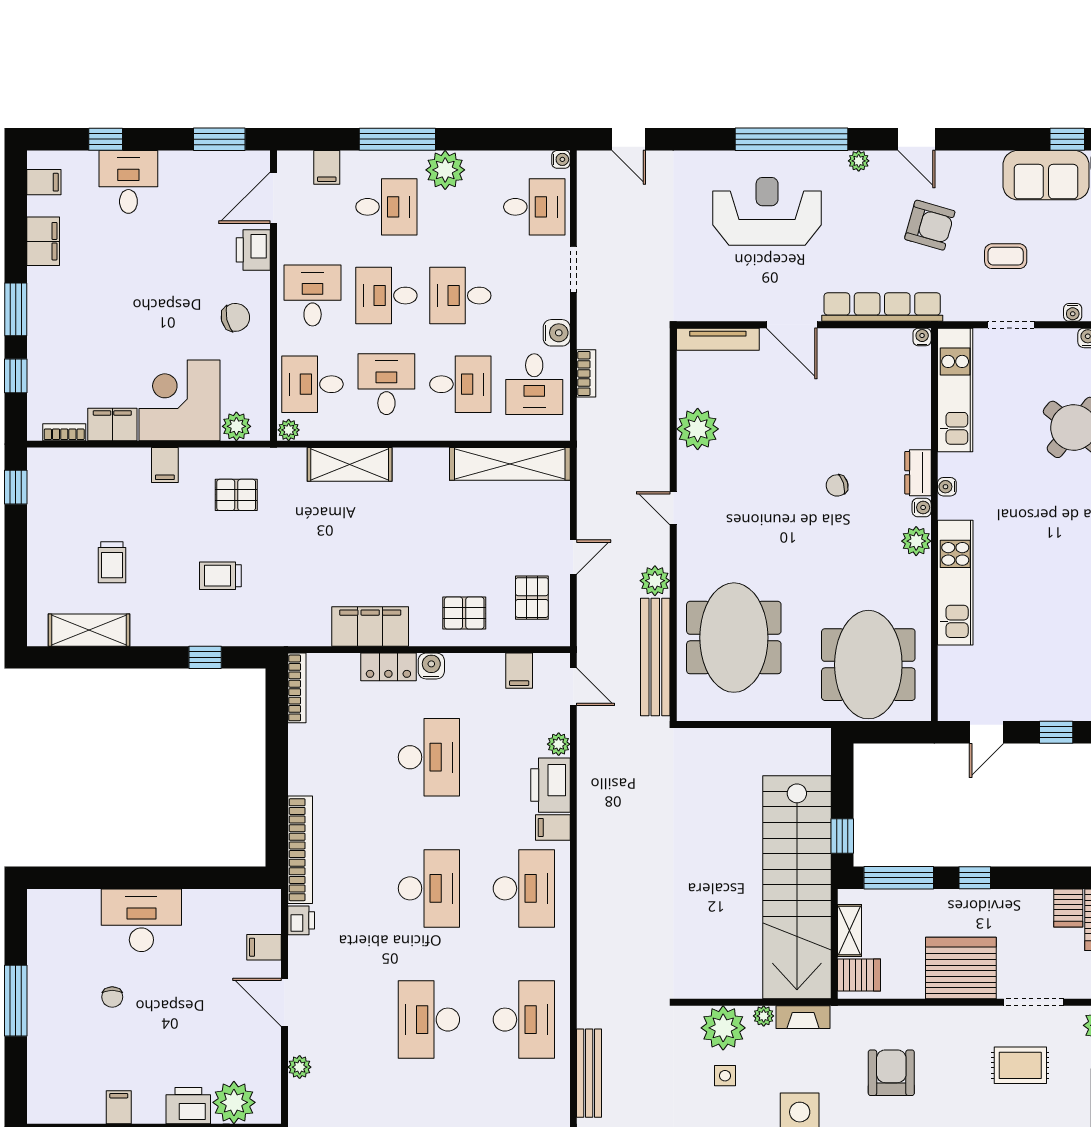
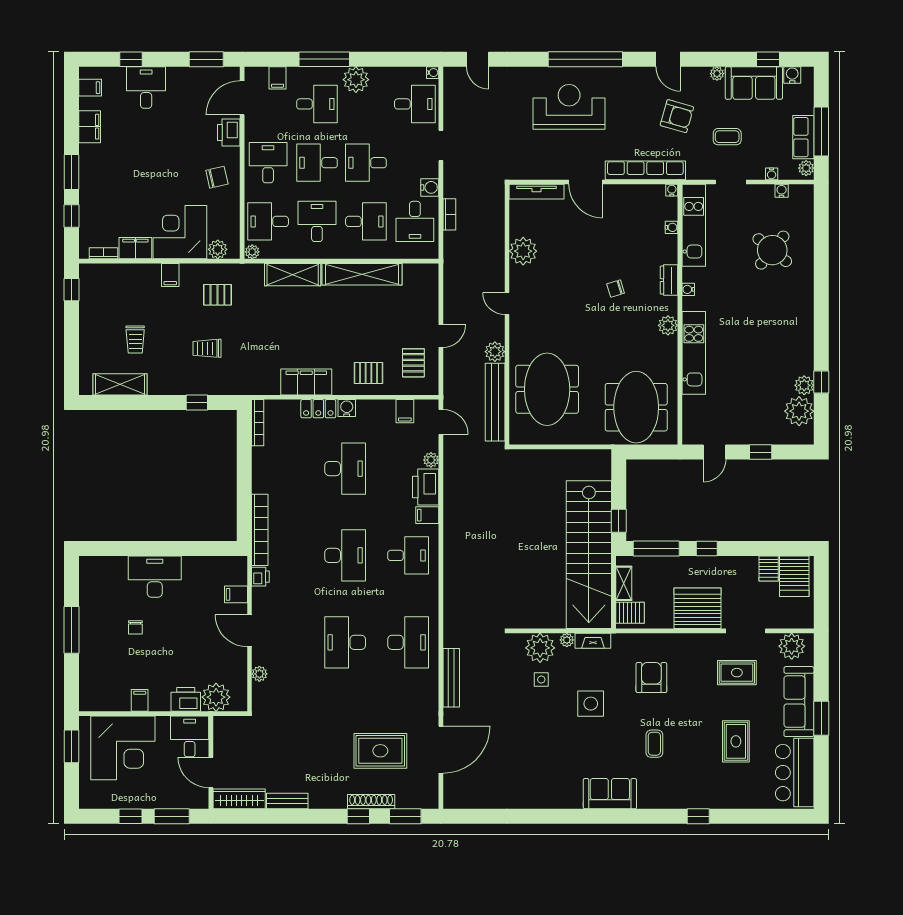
plant: (859, 161) -> (717, 74), moved
shelving: (510, 464) -> (362, 274), moved
water cooler: (922, 507) -> (671, 227), moved
desk: (524, 888) -> (408, 555), width x0.73

